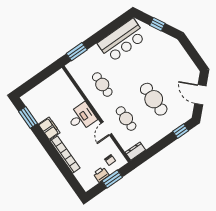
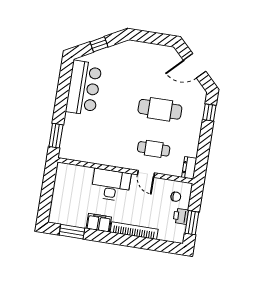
cafe table: (102, 85) -> (105, 141), removed
desk: (82, 117) -> (111, 185), width x1.37
window: (112, 179) -> (192, 223), moved

